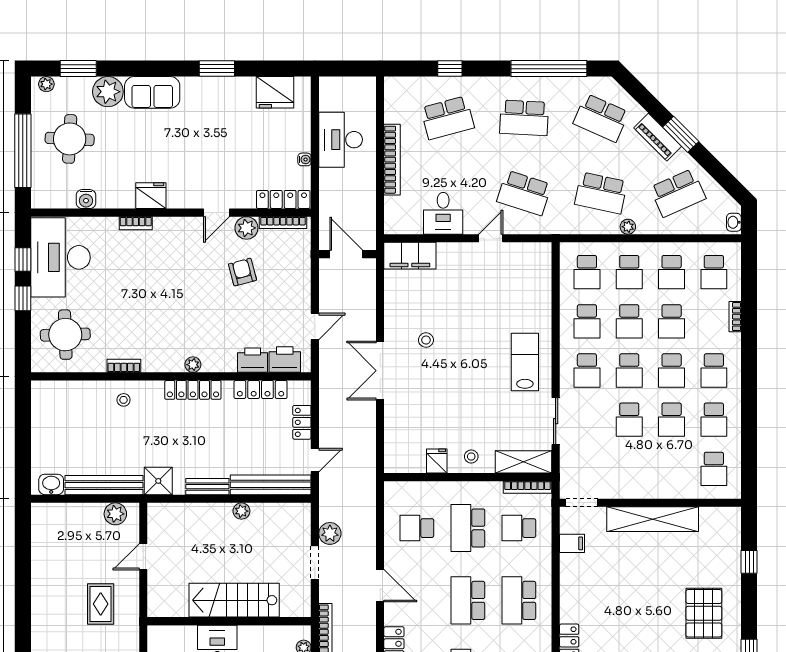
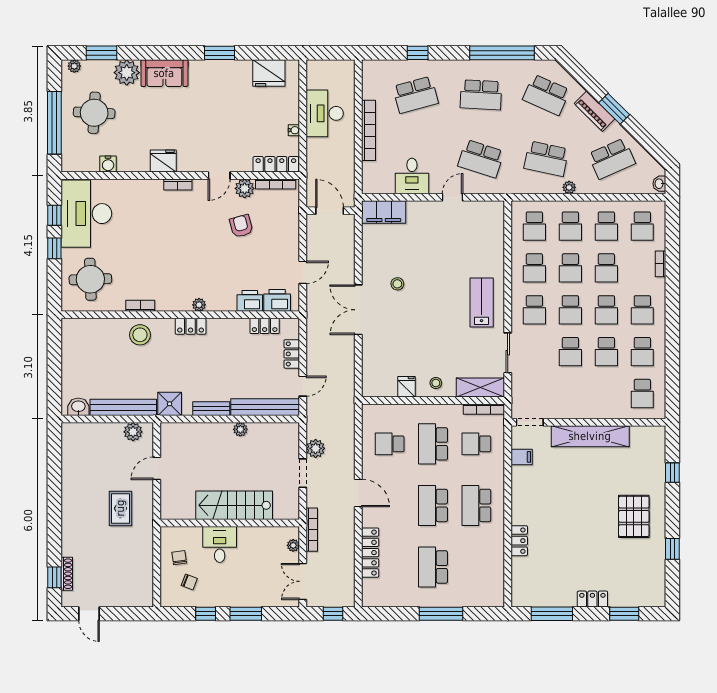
bookcase: (136, 223) -> (178, 184), moved
locker: (261, 389) -> (265, 326), width x0.66
locker: (193, 390) -> (191, 326), width x0.66
stool: (124, 400) -> (140, 335), width x1.89, depth x1.89

